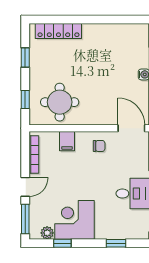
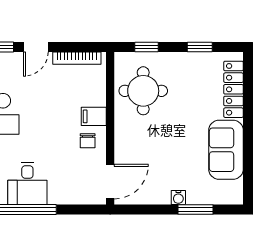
sofa: (106, 37) -> (226, 150), added
filing cabinet: (67, 141) -> (94, 116), moved
door: (25, 187) -> (36, 47), hinge flipped

